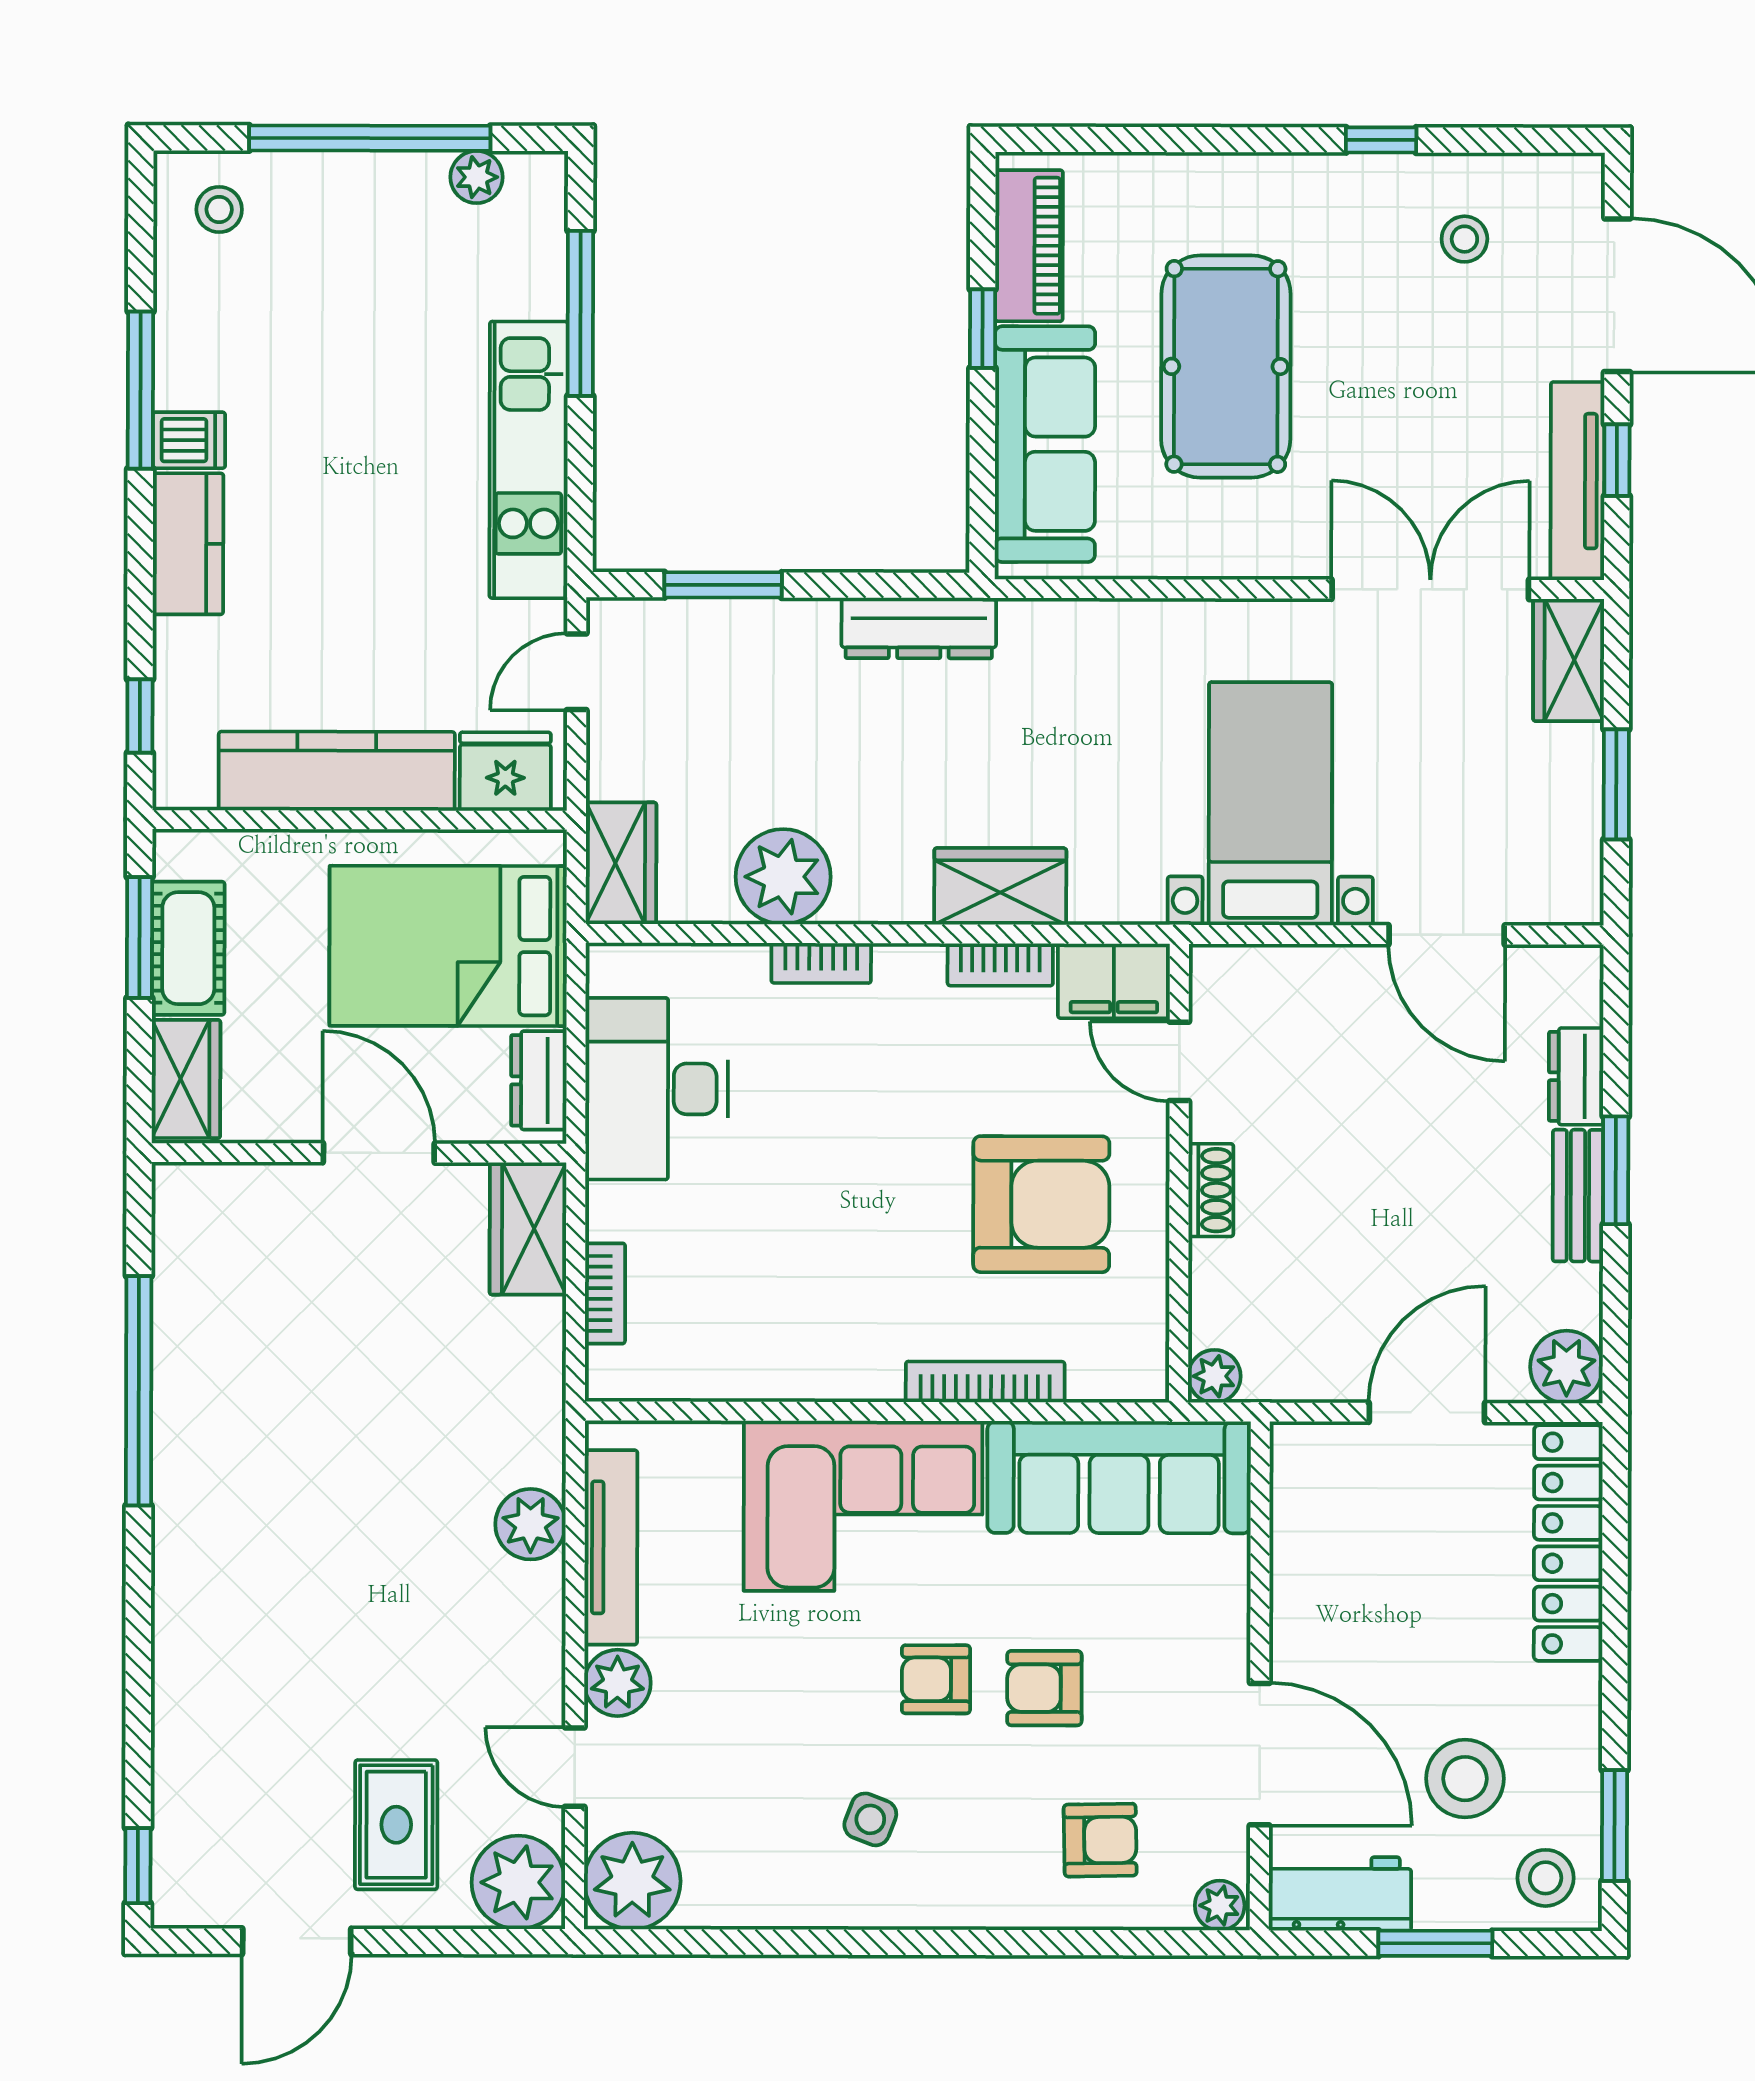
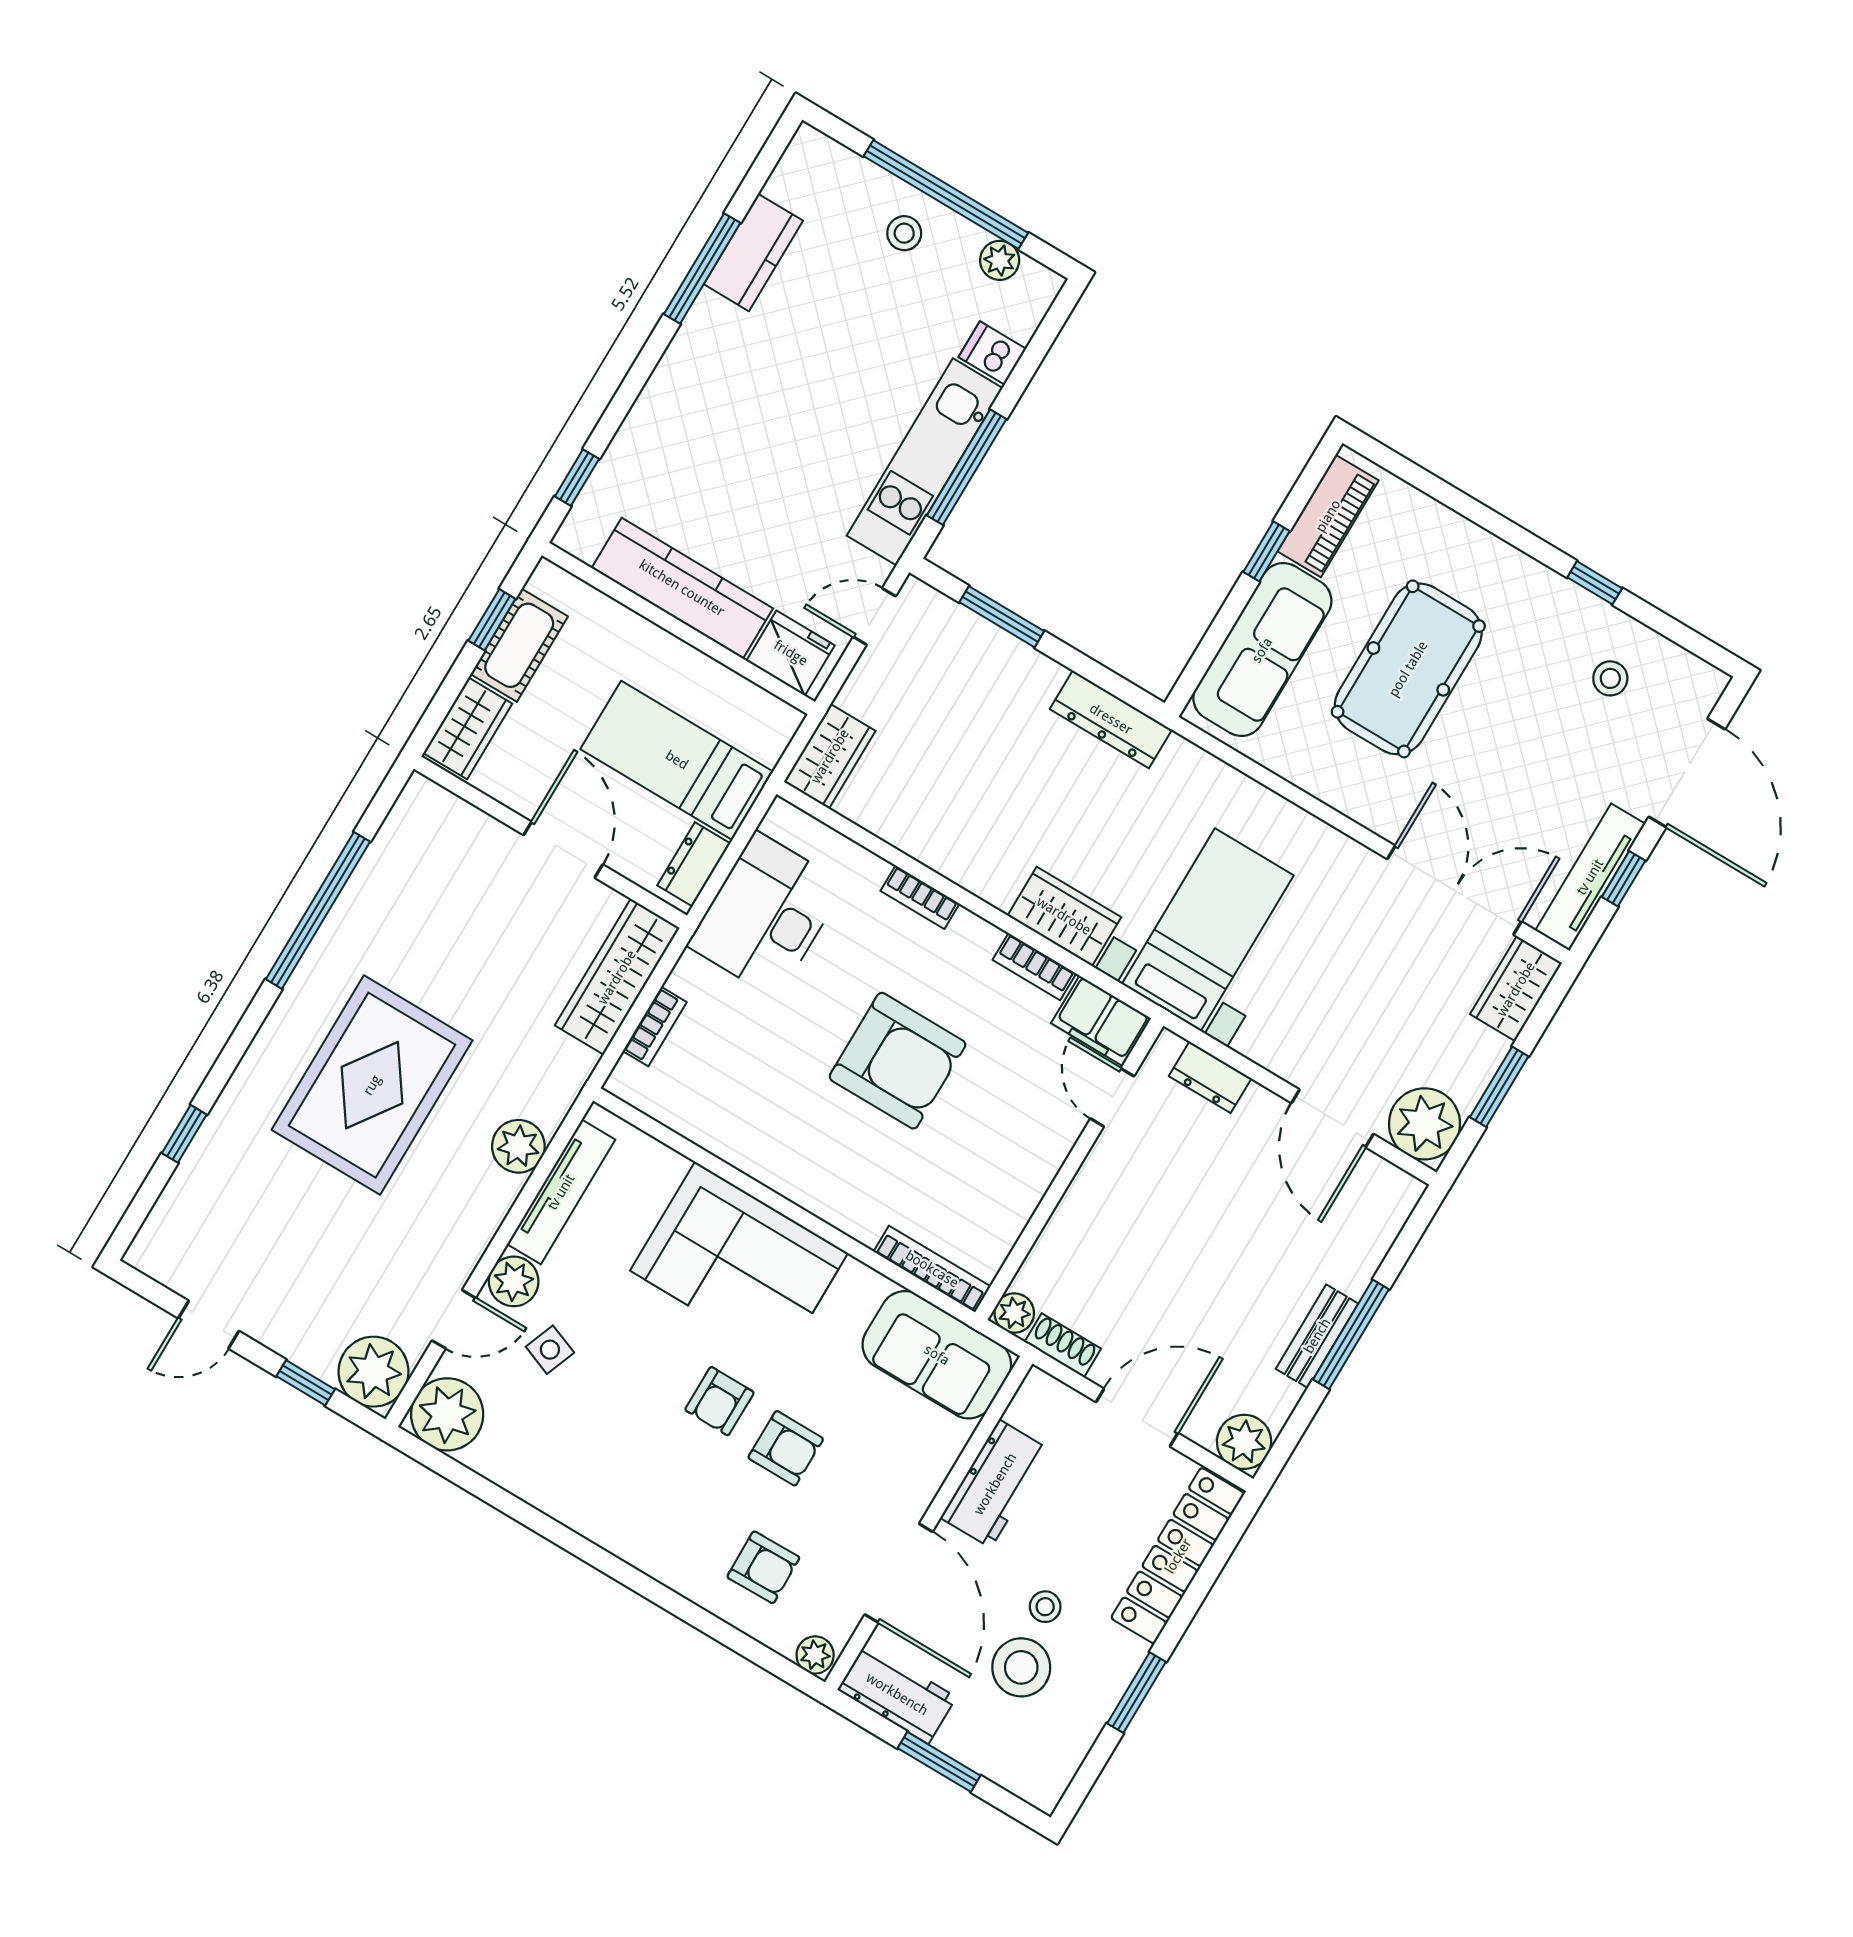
stool: (219, 210) -> (904, 233), moved
window: (580, 313) -> (967, 467), moved
dishwasher: (189, 440) -> (992, 353), moved, turned 180
kitchen counter: (188, 544) -> (753, 252), moved
bed with nightstands: (1270, 804) -> (1208, 930), moved
plant: (783, 877) -> (1424, 1124), moved
window: (139, 938) -> (492, 620), width x0.67
bed: (448, 946) -> (677, 760), width x0.67
dresser: (1576, 1076) -> (1210, 1077), moved, turned -90
window: (1616, 1170) -> (1351, 1334), width x1.44
shoe rack: (1211, 1190) -> (1063, 1345), moved, turned -90
armchair: (1041, 1204) -> (898, 1061), moved
wardrobe: (528, 1229) -> (617, 977), width x1.50
bookcase: (985, 1382) -> (932, 1269), moved
sofa: (1119, 1477) -> (937, 1355), width x0.73
workbench: (1309, 1586) -> (995, 1484), added
armchair: (936, 1679) -> (719, 1401), turned -90
armchair: (1044, 1688) -> (786, 1448), turned 180
door: (575, 1767) -> (454, 1319), swing flipped
side table: (870, 1819) -> (550, 1350), moved
rug: (396, 1825) -> (372, 1085), moved, width x1.86, depth x2.06
window: (1615, 1825) -> (1136, 1693), moved
window: (138, 1866) -> (184, 1134), moved
stool: (1546, 1878) -> (1045, 1607), moved, width x0.73, depth x0.73
door: (297, 1941) -> (209, 1325), width x0.73
window: (448, 1942) -> (306, 1383), added

